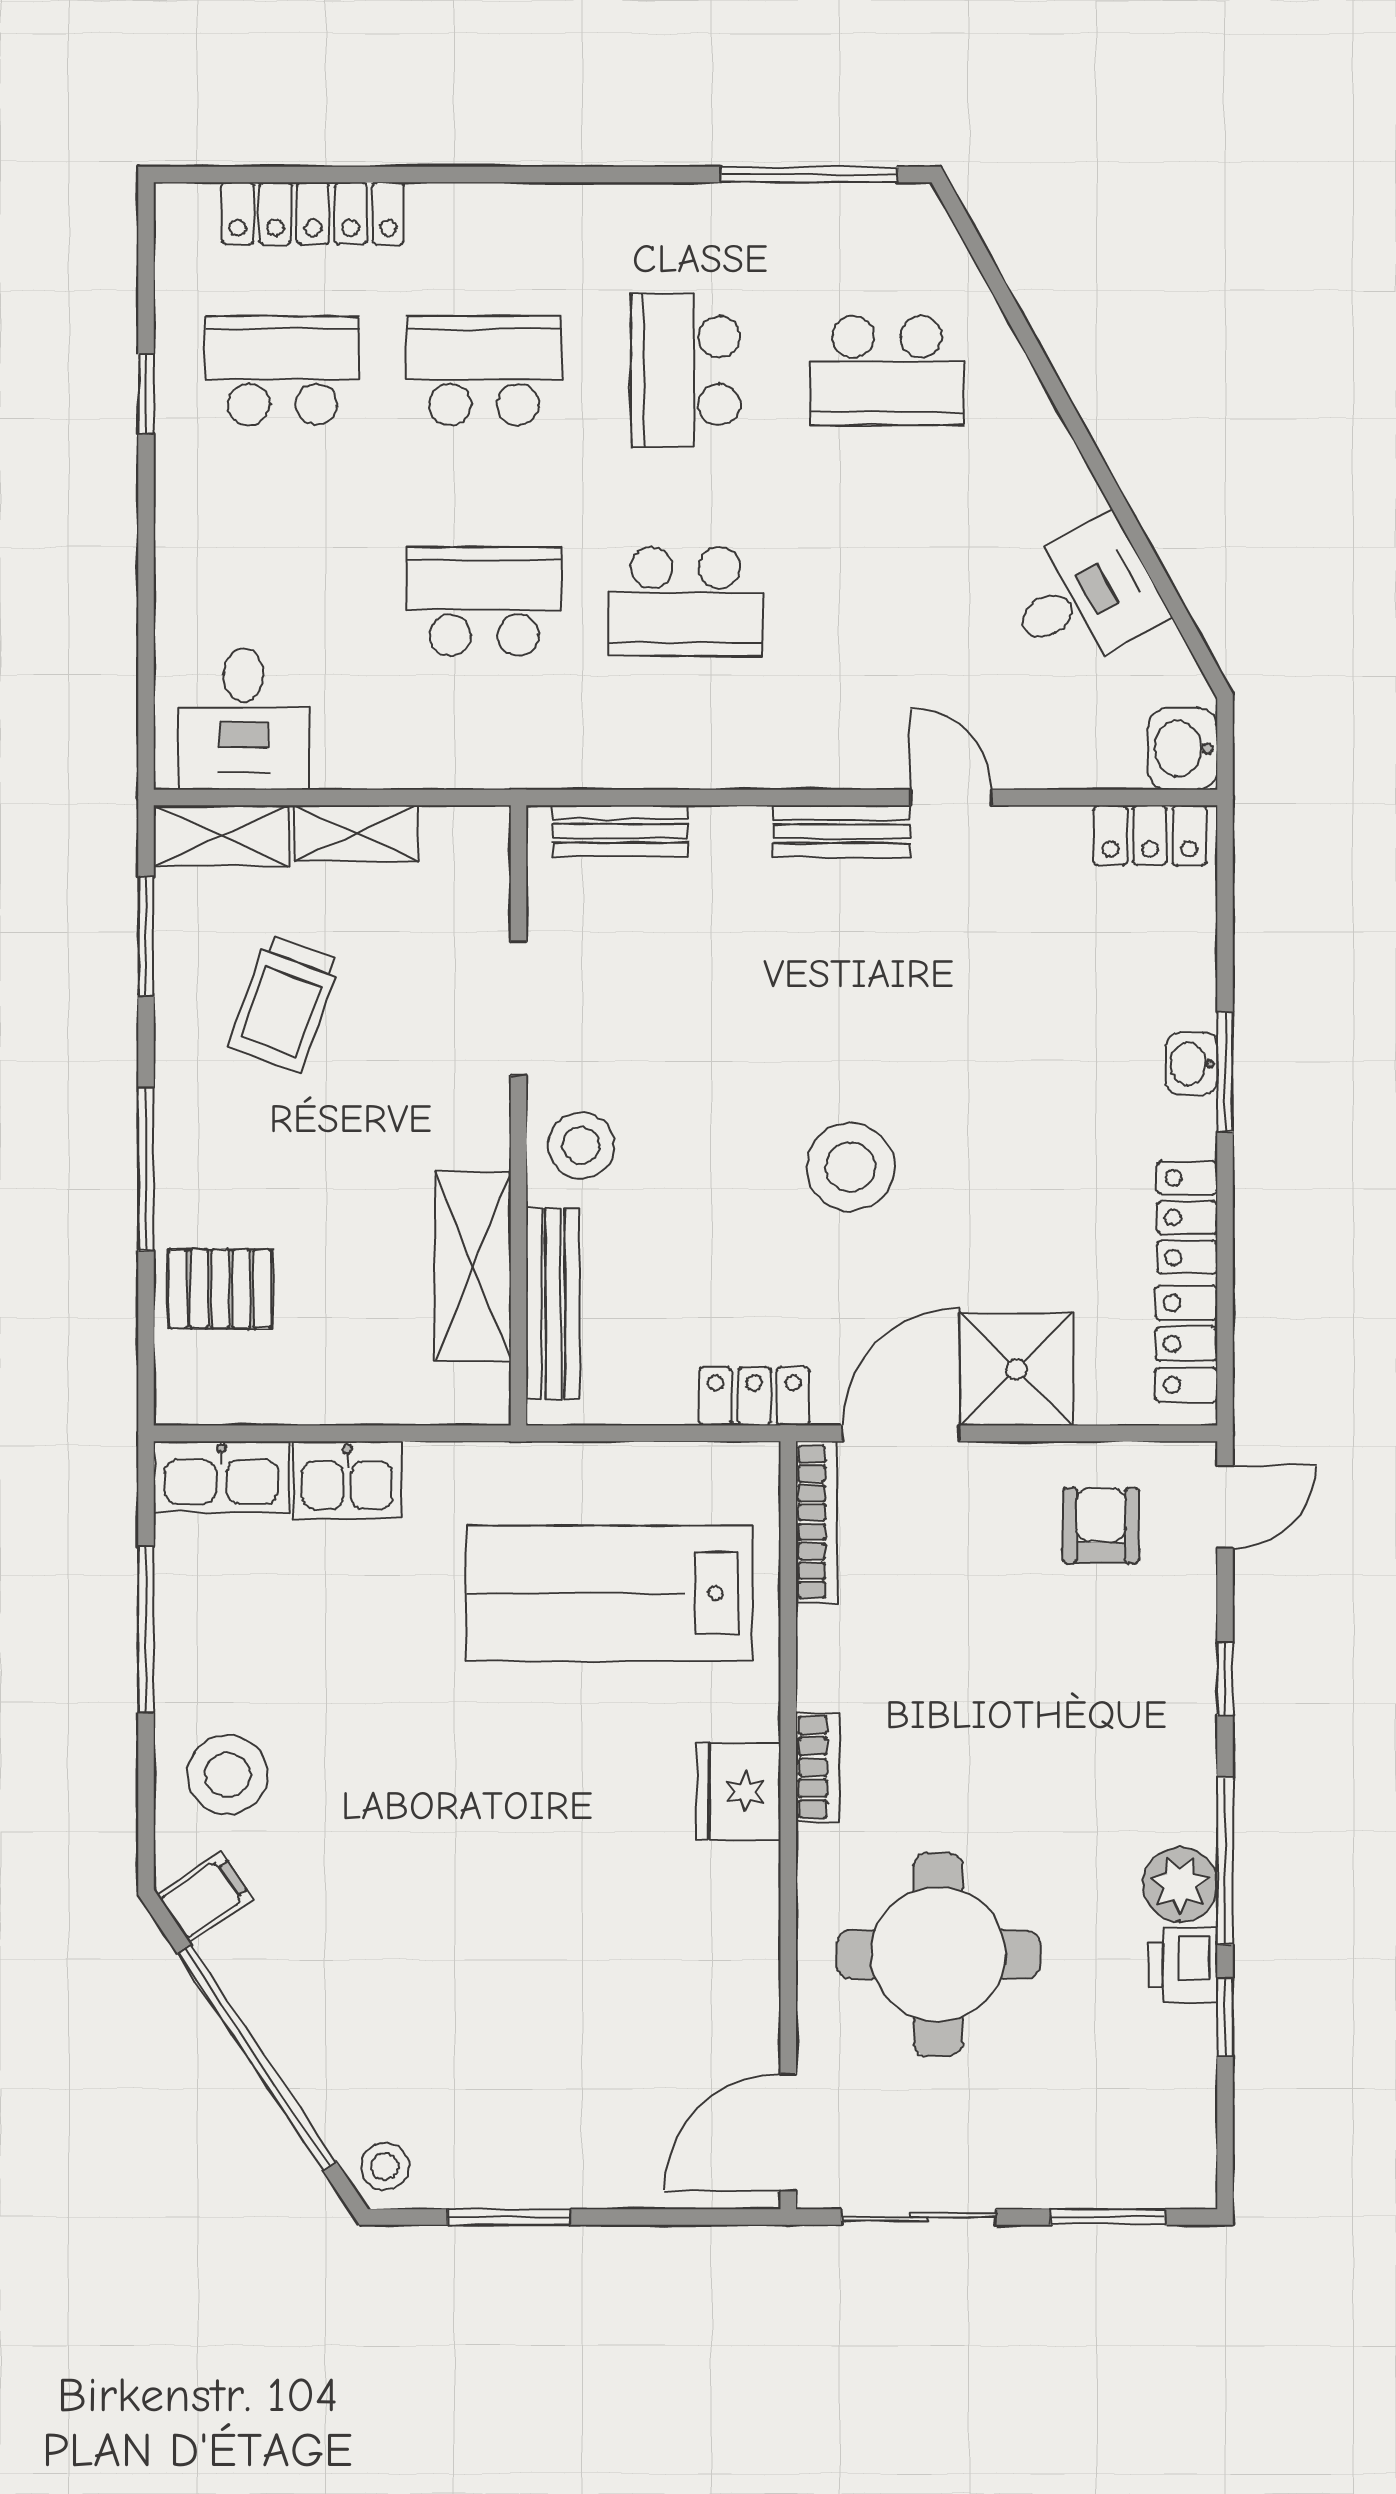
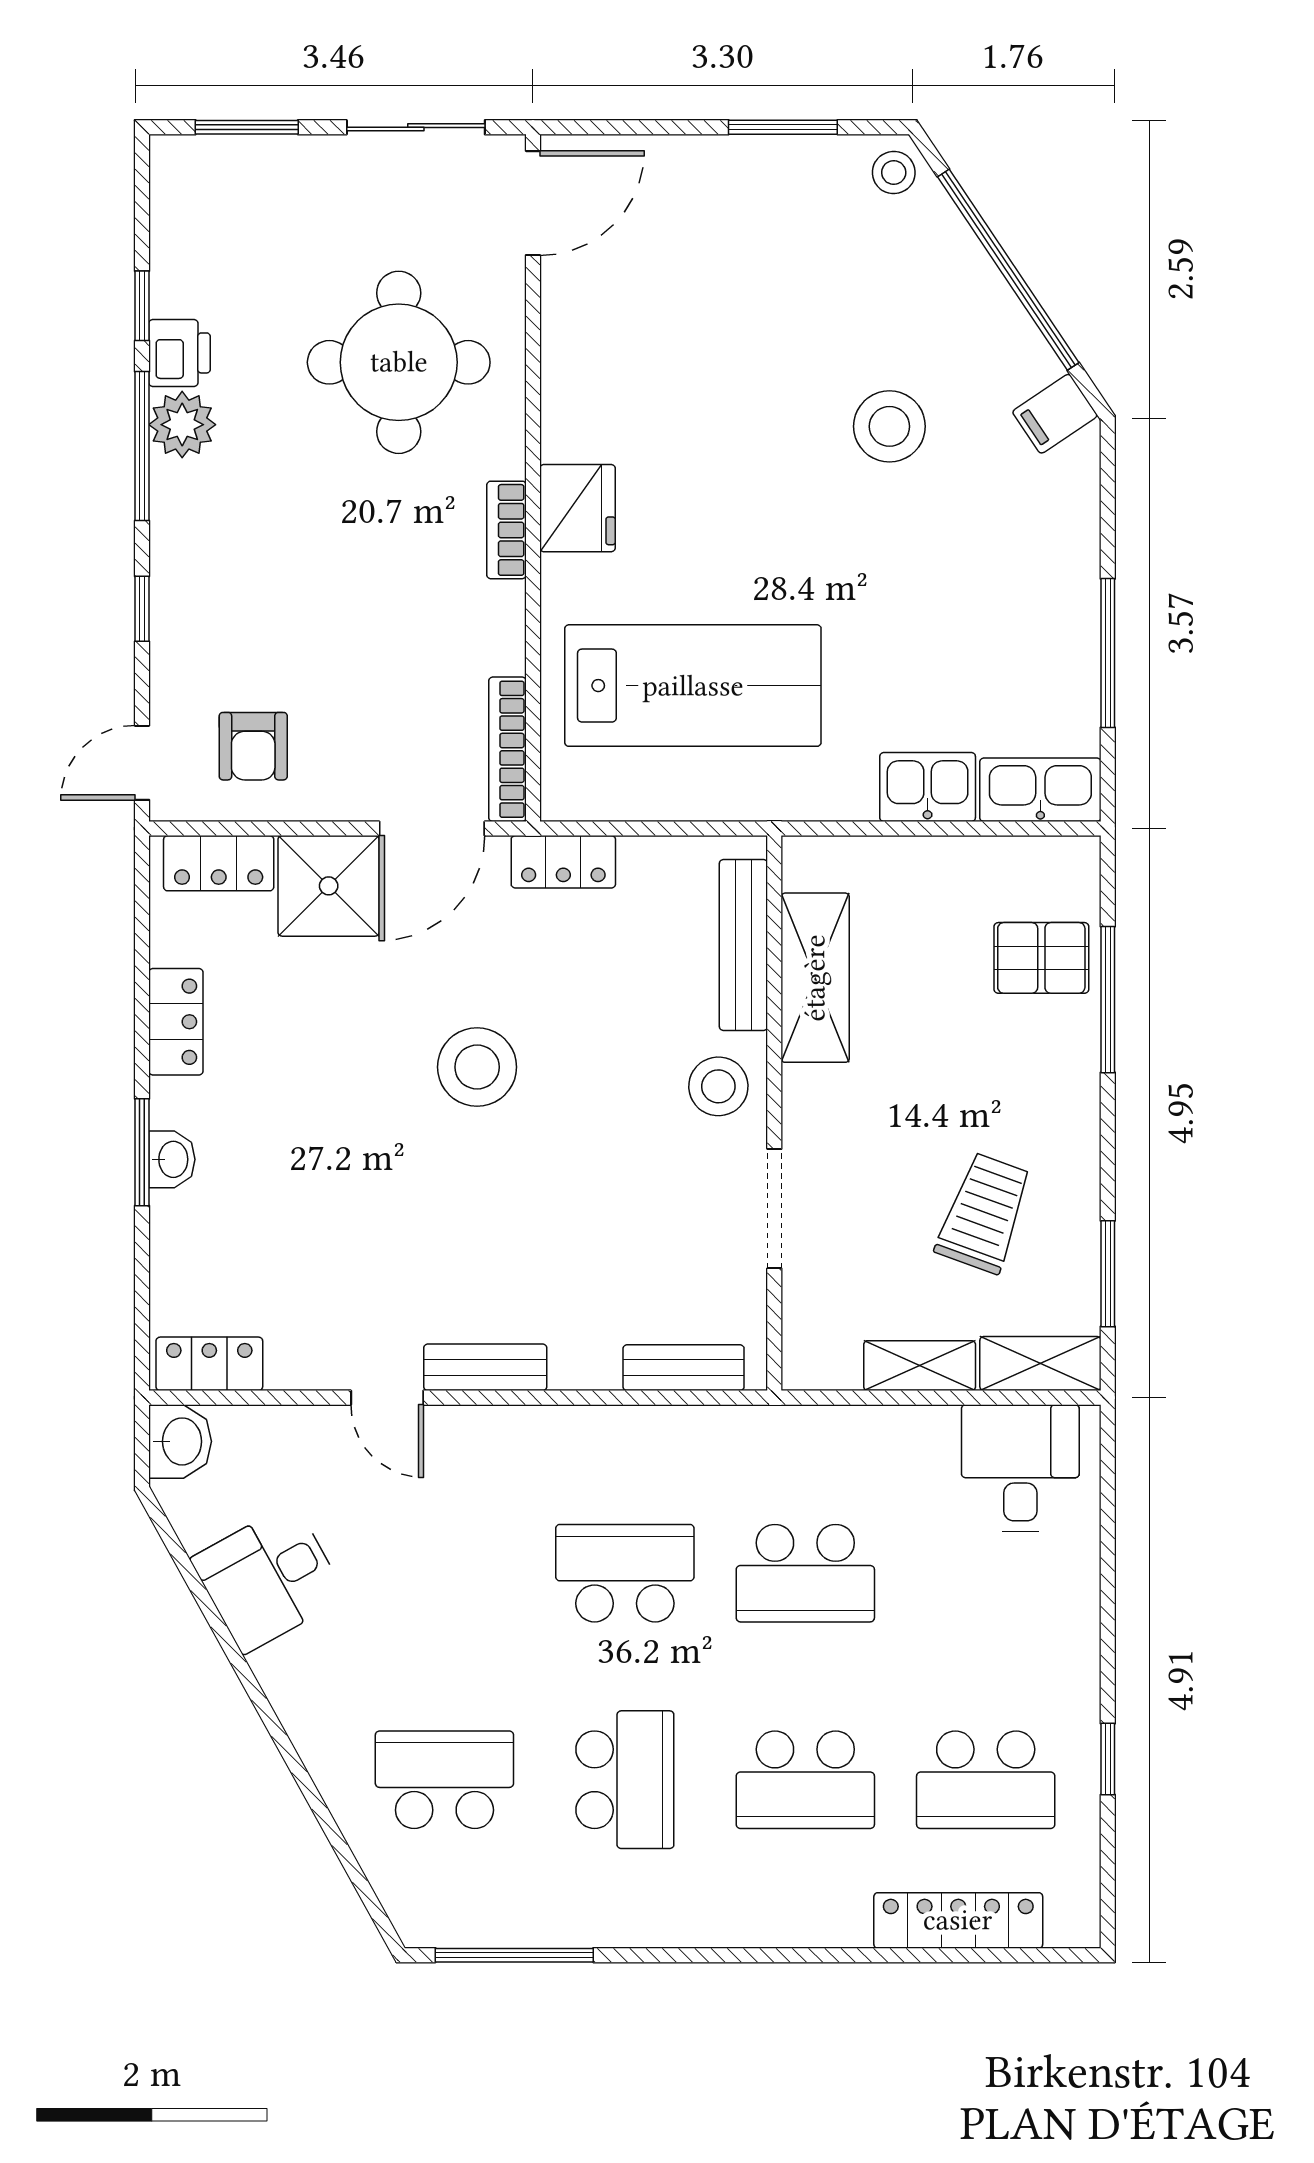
window: (146, 1169) -> (1108, 1000), moved
locker: (1186, 1344) -> (219, 863), moved, turned 90
stool: (227, 1775) -> (889, 426), moved

